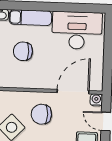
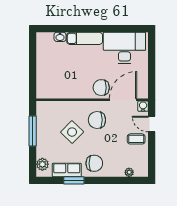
chair: (23, 51) -> (101, 88), moved

